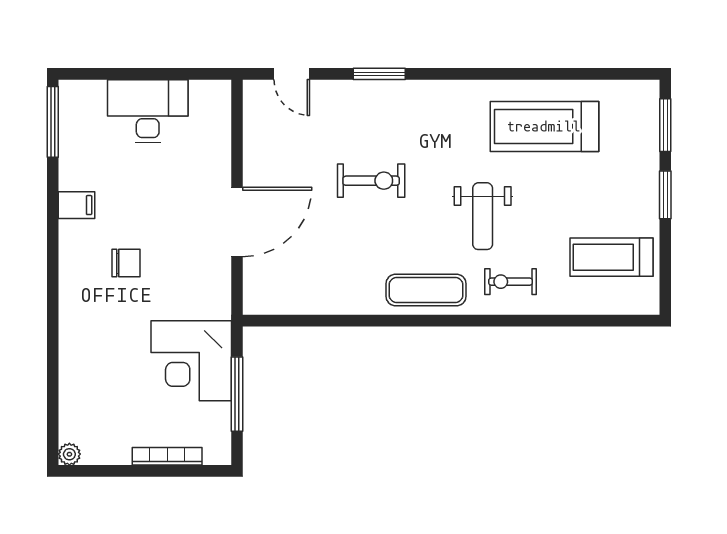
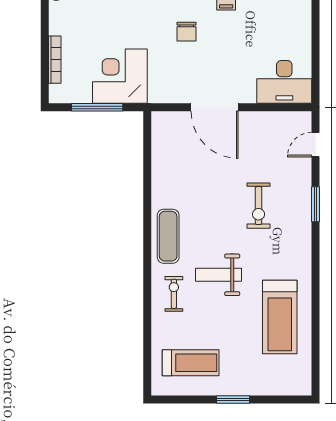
desk: (148, 111) -> (284, 82), moved, turned 90
window: (665, 125) -> (281, 399), removed
treadmill: (544, 126) -> (280, 317), turned 180
exercise bike: (371, 181) -> (258, 206), moved
treadmill: (612, 257) -> (191, 363), turned 90

